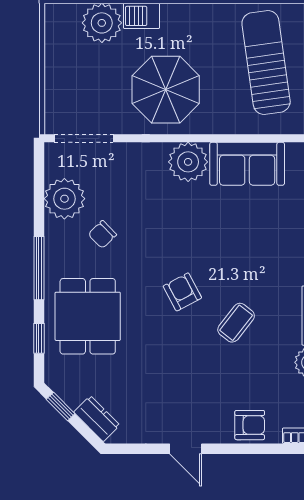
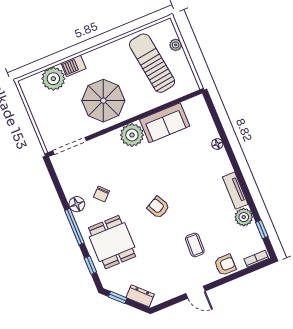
plant: (64, 199) -> (73, 183), removed
floor lamp: (57, 234) -> (77, 204), added
coffee table: (236, 323) -> (195, 245), moved, turned -36

